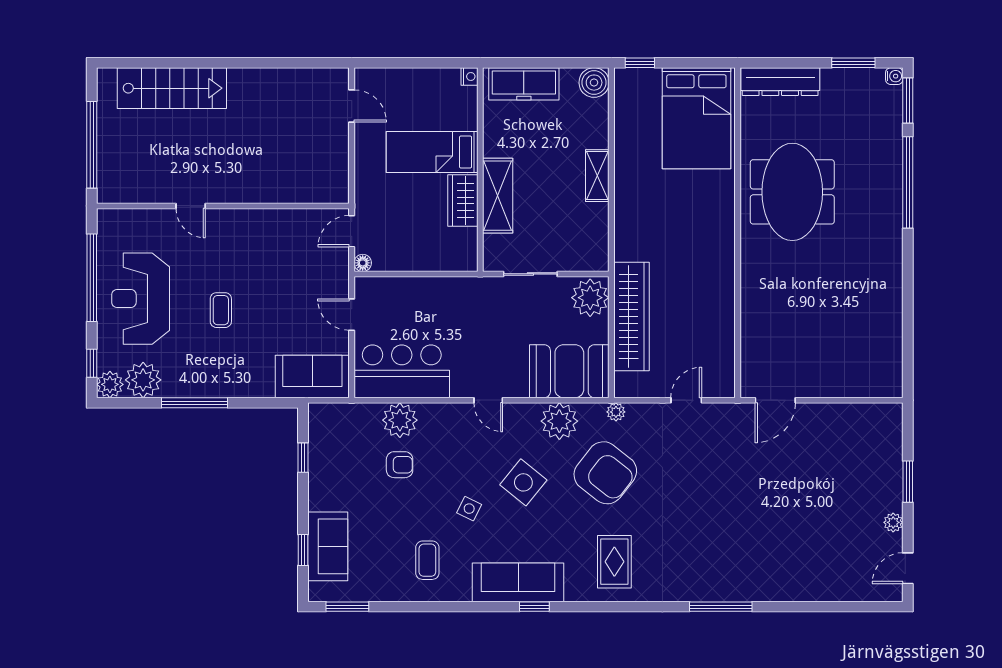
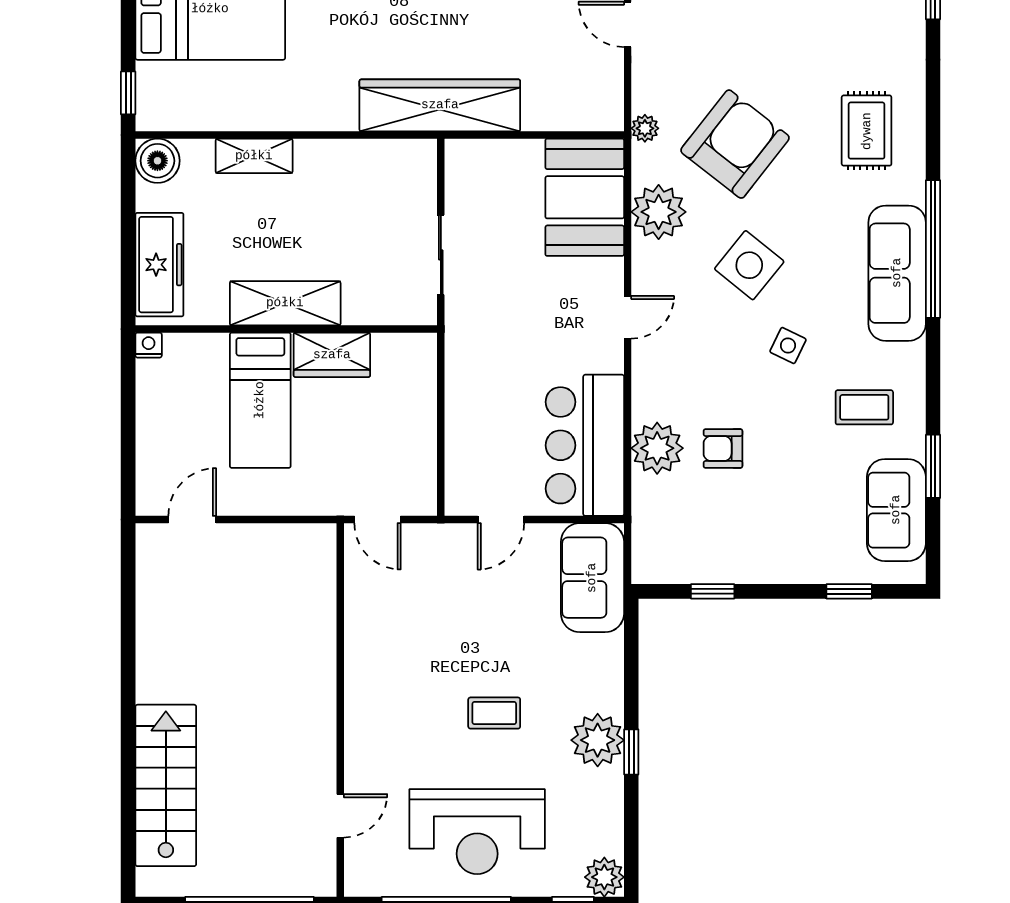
shelving: (597, 176) -> (254, 156), moved
shelving: (498, 196) -> (285, 303), moved
door: (191, 206) -> (340, 816), moved
floor lamp: (363, 263) -> (424, 503), removed
plant: (590, 298) -> (476, 166), removed
wardrobe: (631, 317) -> (440, 105), moved
plant: (143, 380) -> (598, 740), moved
window: (194, 403) -> (631, 752), width x0.46
armchair: (400, 465) -> (723, 448), turned -90
sofa: (328, 546) -> (896, 510), moved, turned -90
rug: (614, 562) -> (867, 131), turned 90
window: (347, 607) -> (933, 466), moved
window: (534, 607) -> (933, 249), width x3.17

